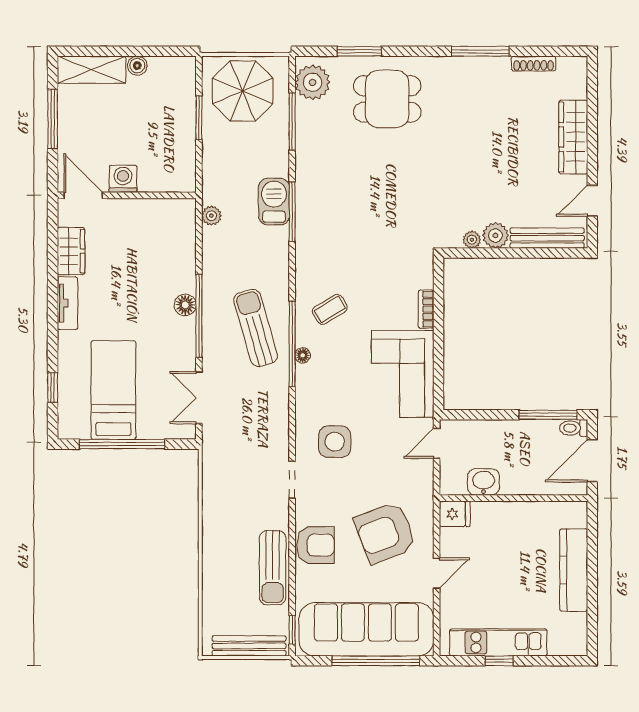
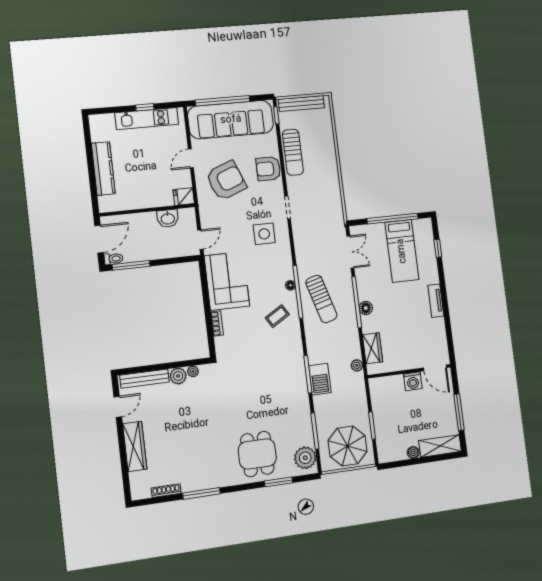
dining table: (387, 99) -> (257, 454), turned 90
wardrobe: (71, 251) -> (373, 348), moved, turned 180
sun lounger: (273, 568) -> (293, 152), turned 180

